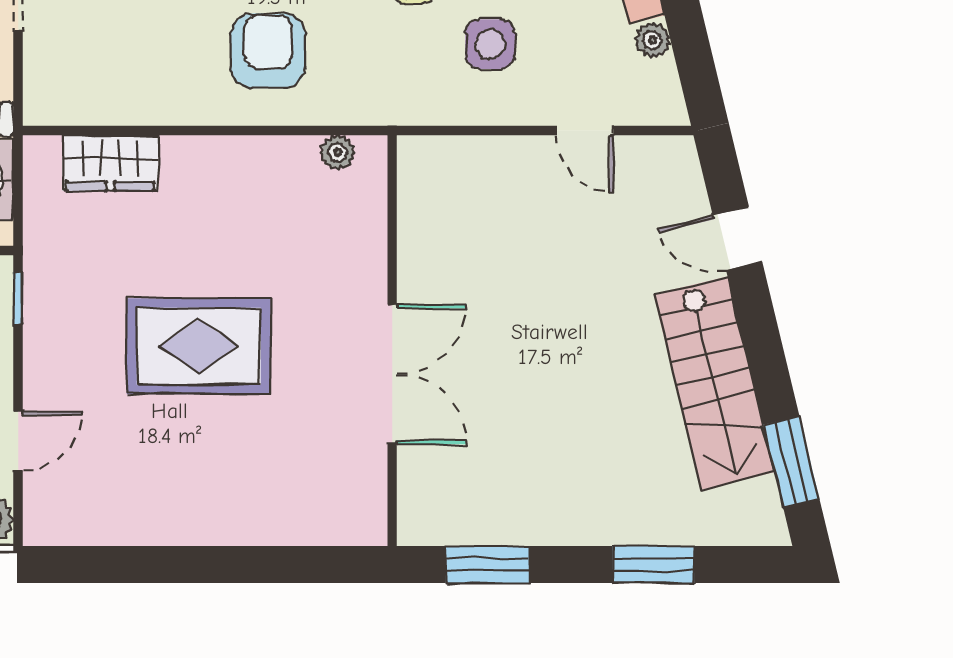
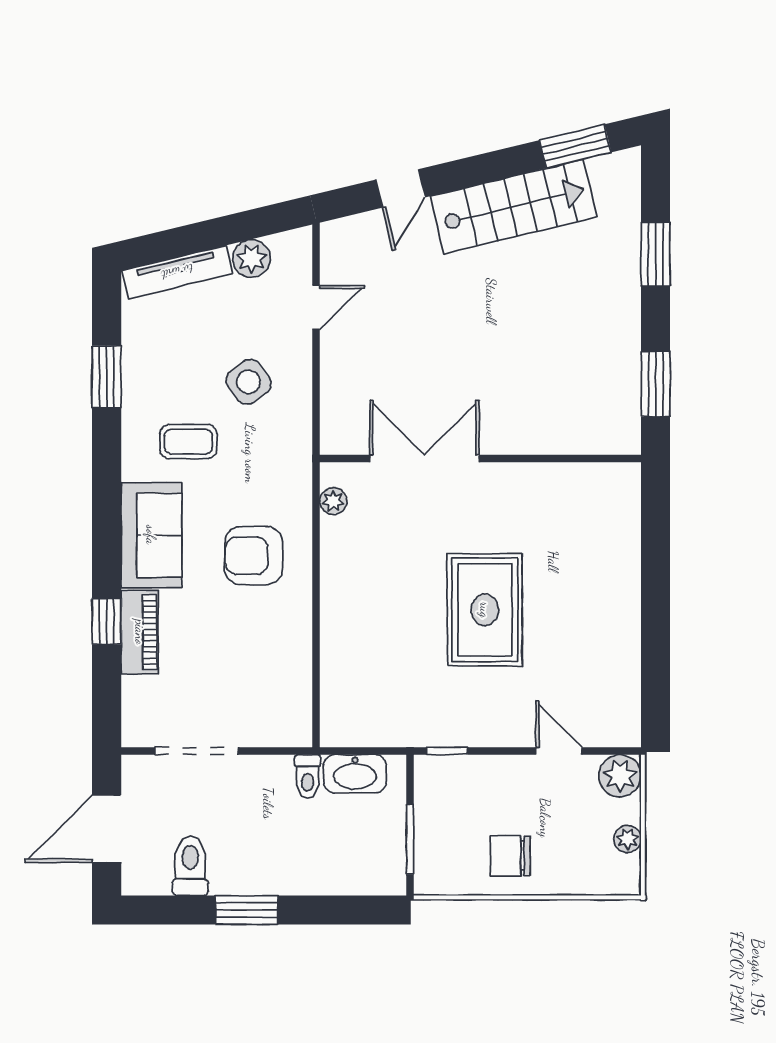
plant: (653, 40) -> (252, 259), width x1.38, depth x1.38
side table: (490, 44) -> (249, 382), turned -36
wardrobe: (110, 163) -> (341, 679), removed
double door: (392, 374) -> (424, 459), moved

